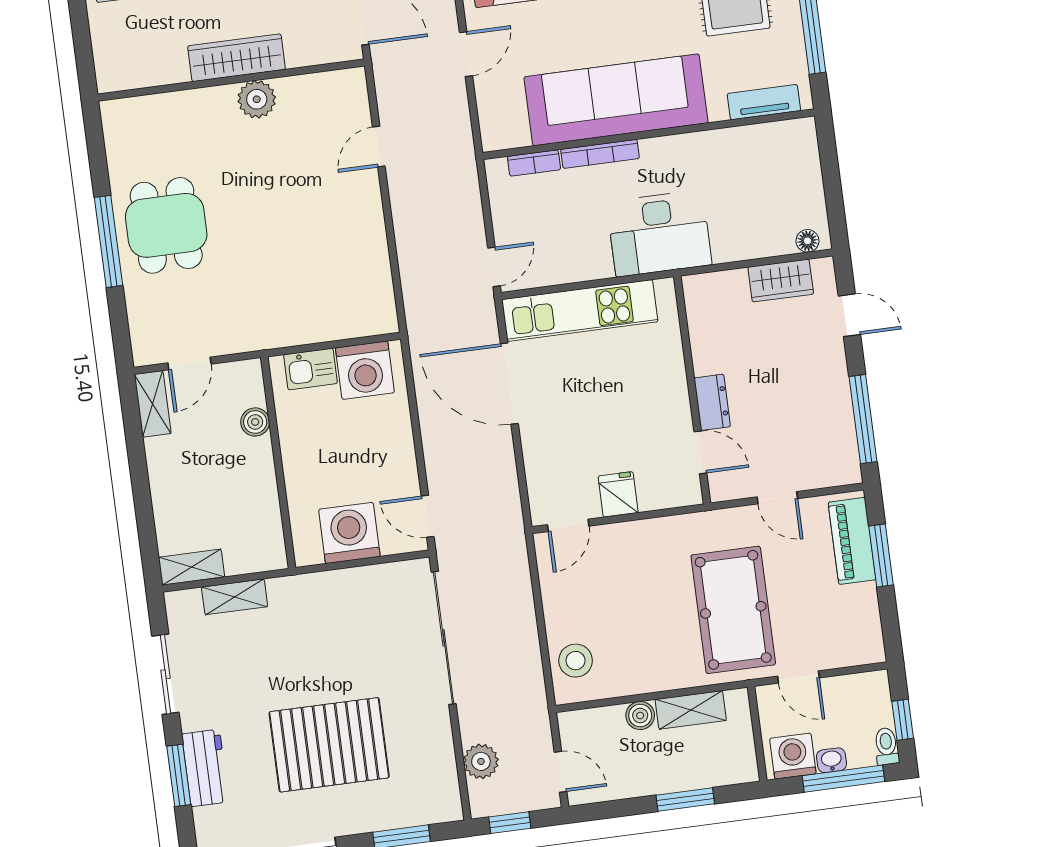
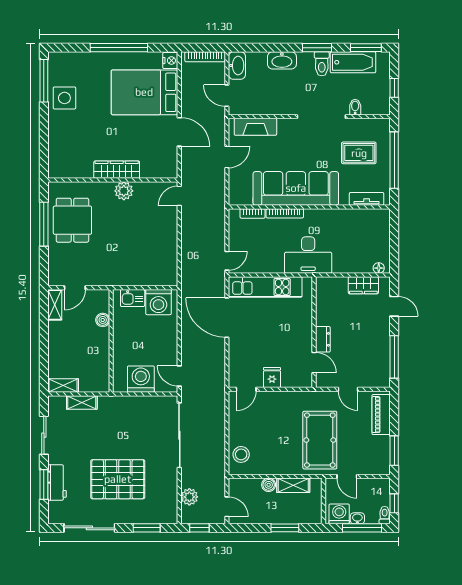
wardrobe: (236, 58) -> (117, 170), moved
wall: (231, 80) -> (113, 180), moved
plant: (257, 99) -> (124, 191), moved
window: (881, 556) -> (394, 451), moved

